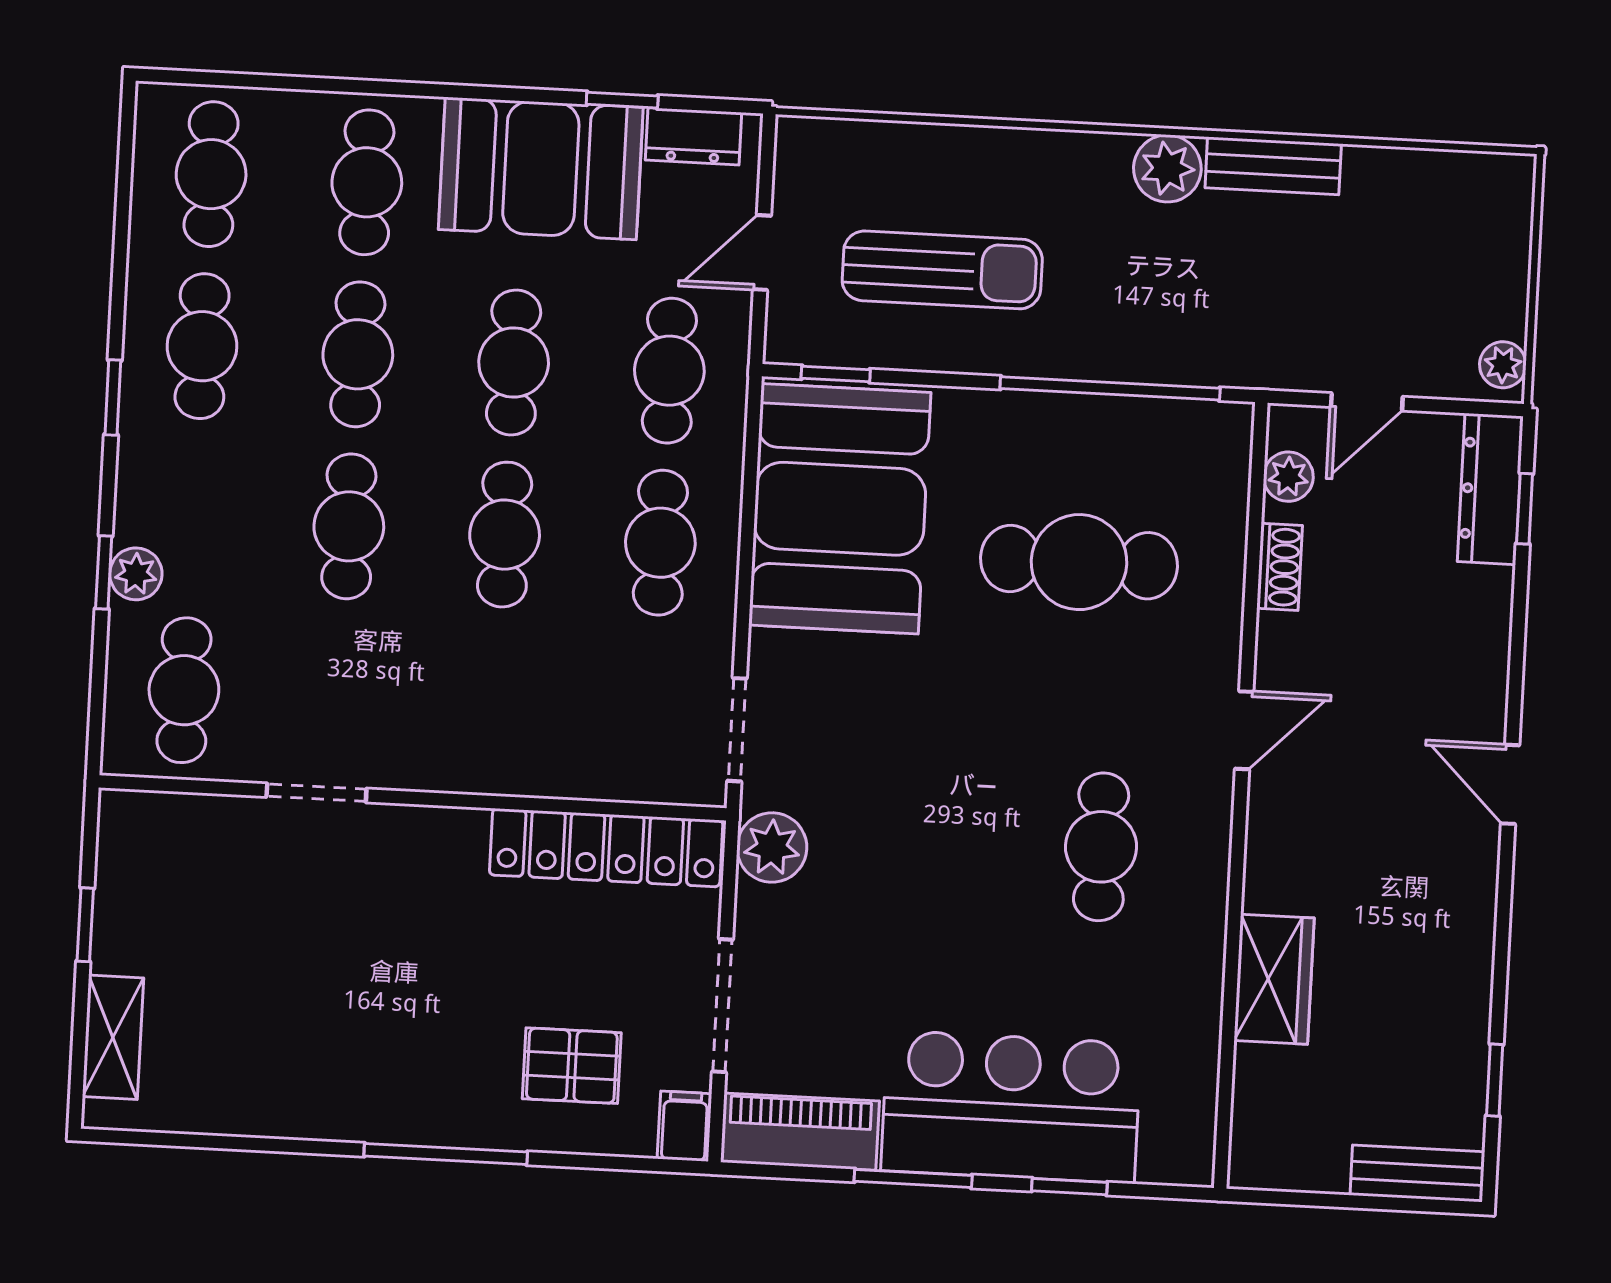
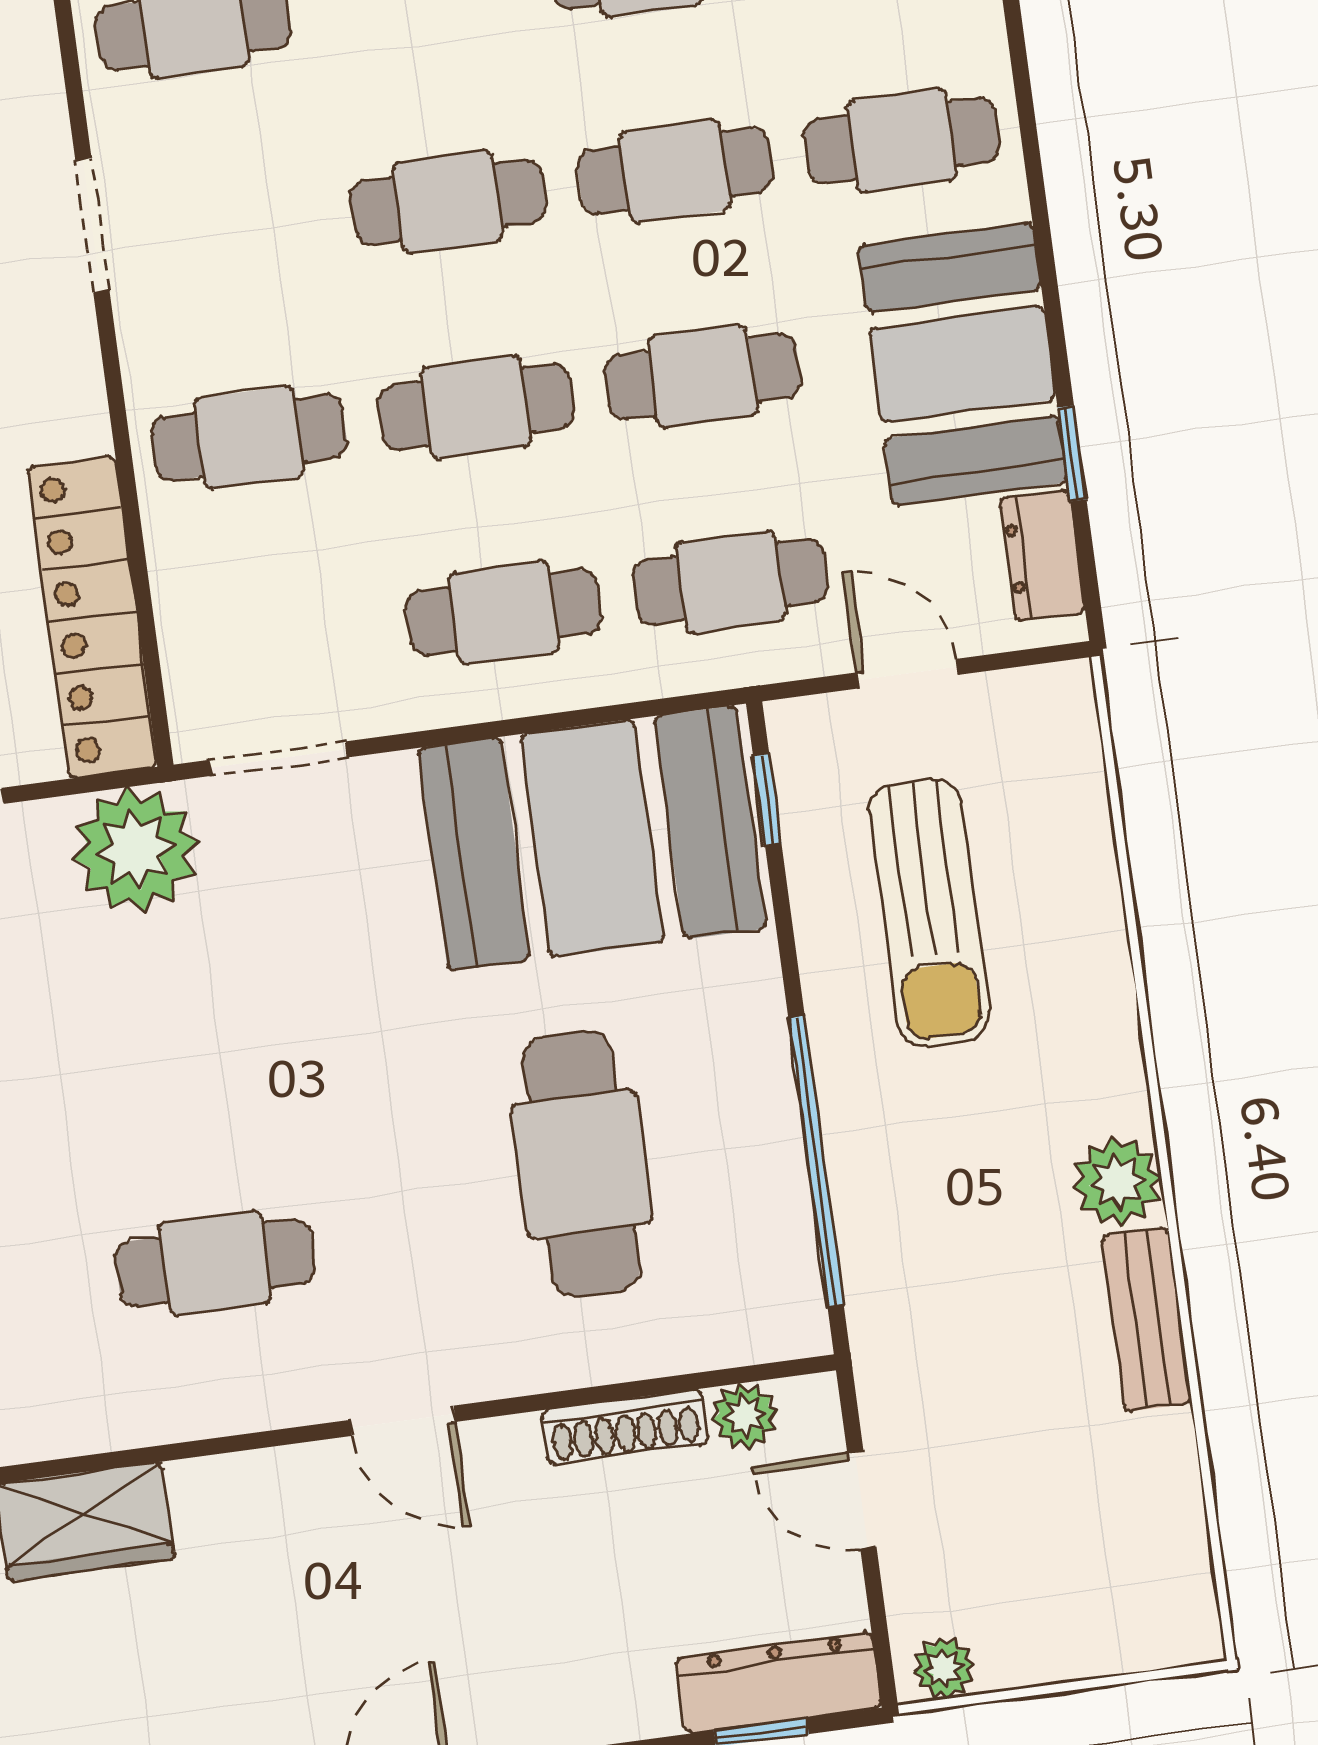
shoe rack: (1280, 567) -> (625, 1427), width x1.43
cafe table: (496, 707) -> (249, 438), added
plant: (772, 848) -> (135, 850), width x1.36, depth x1.36

